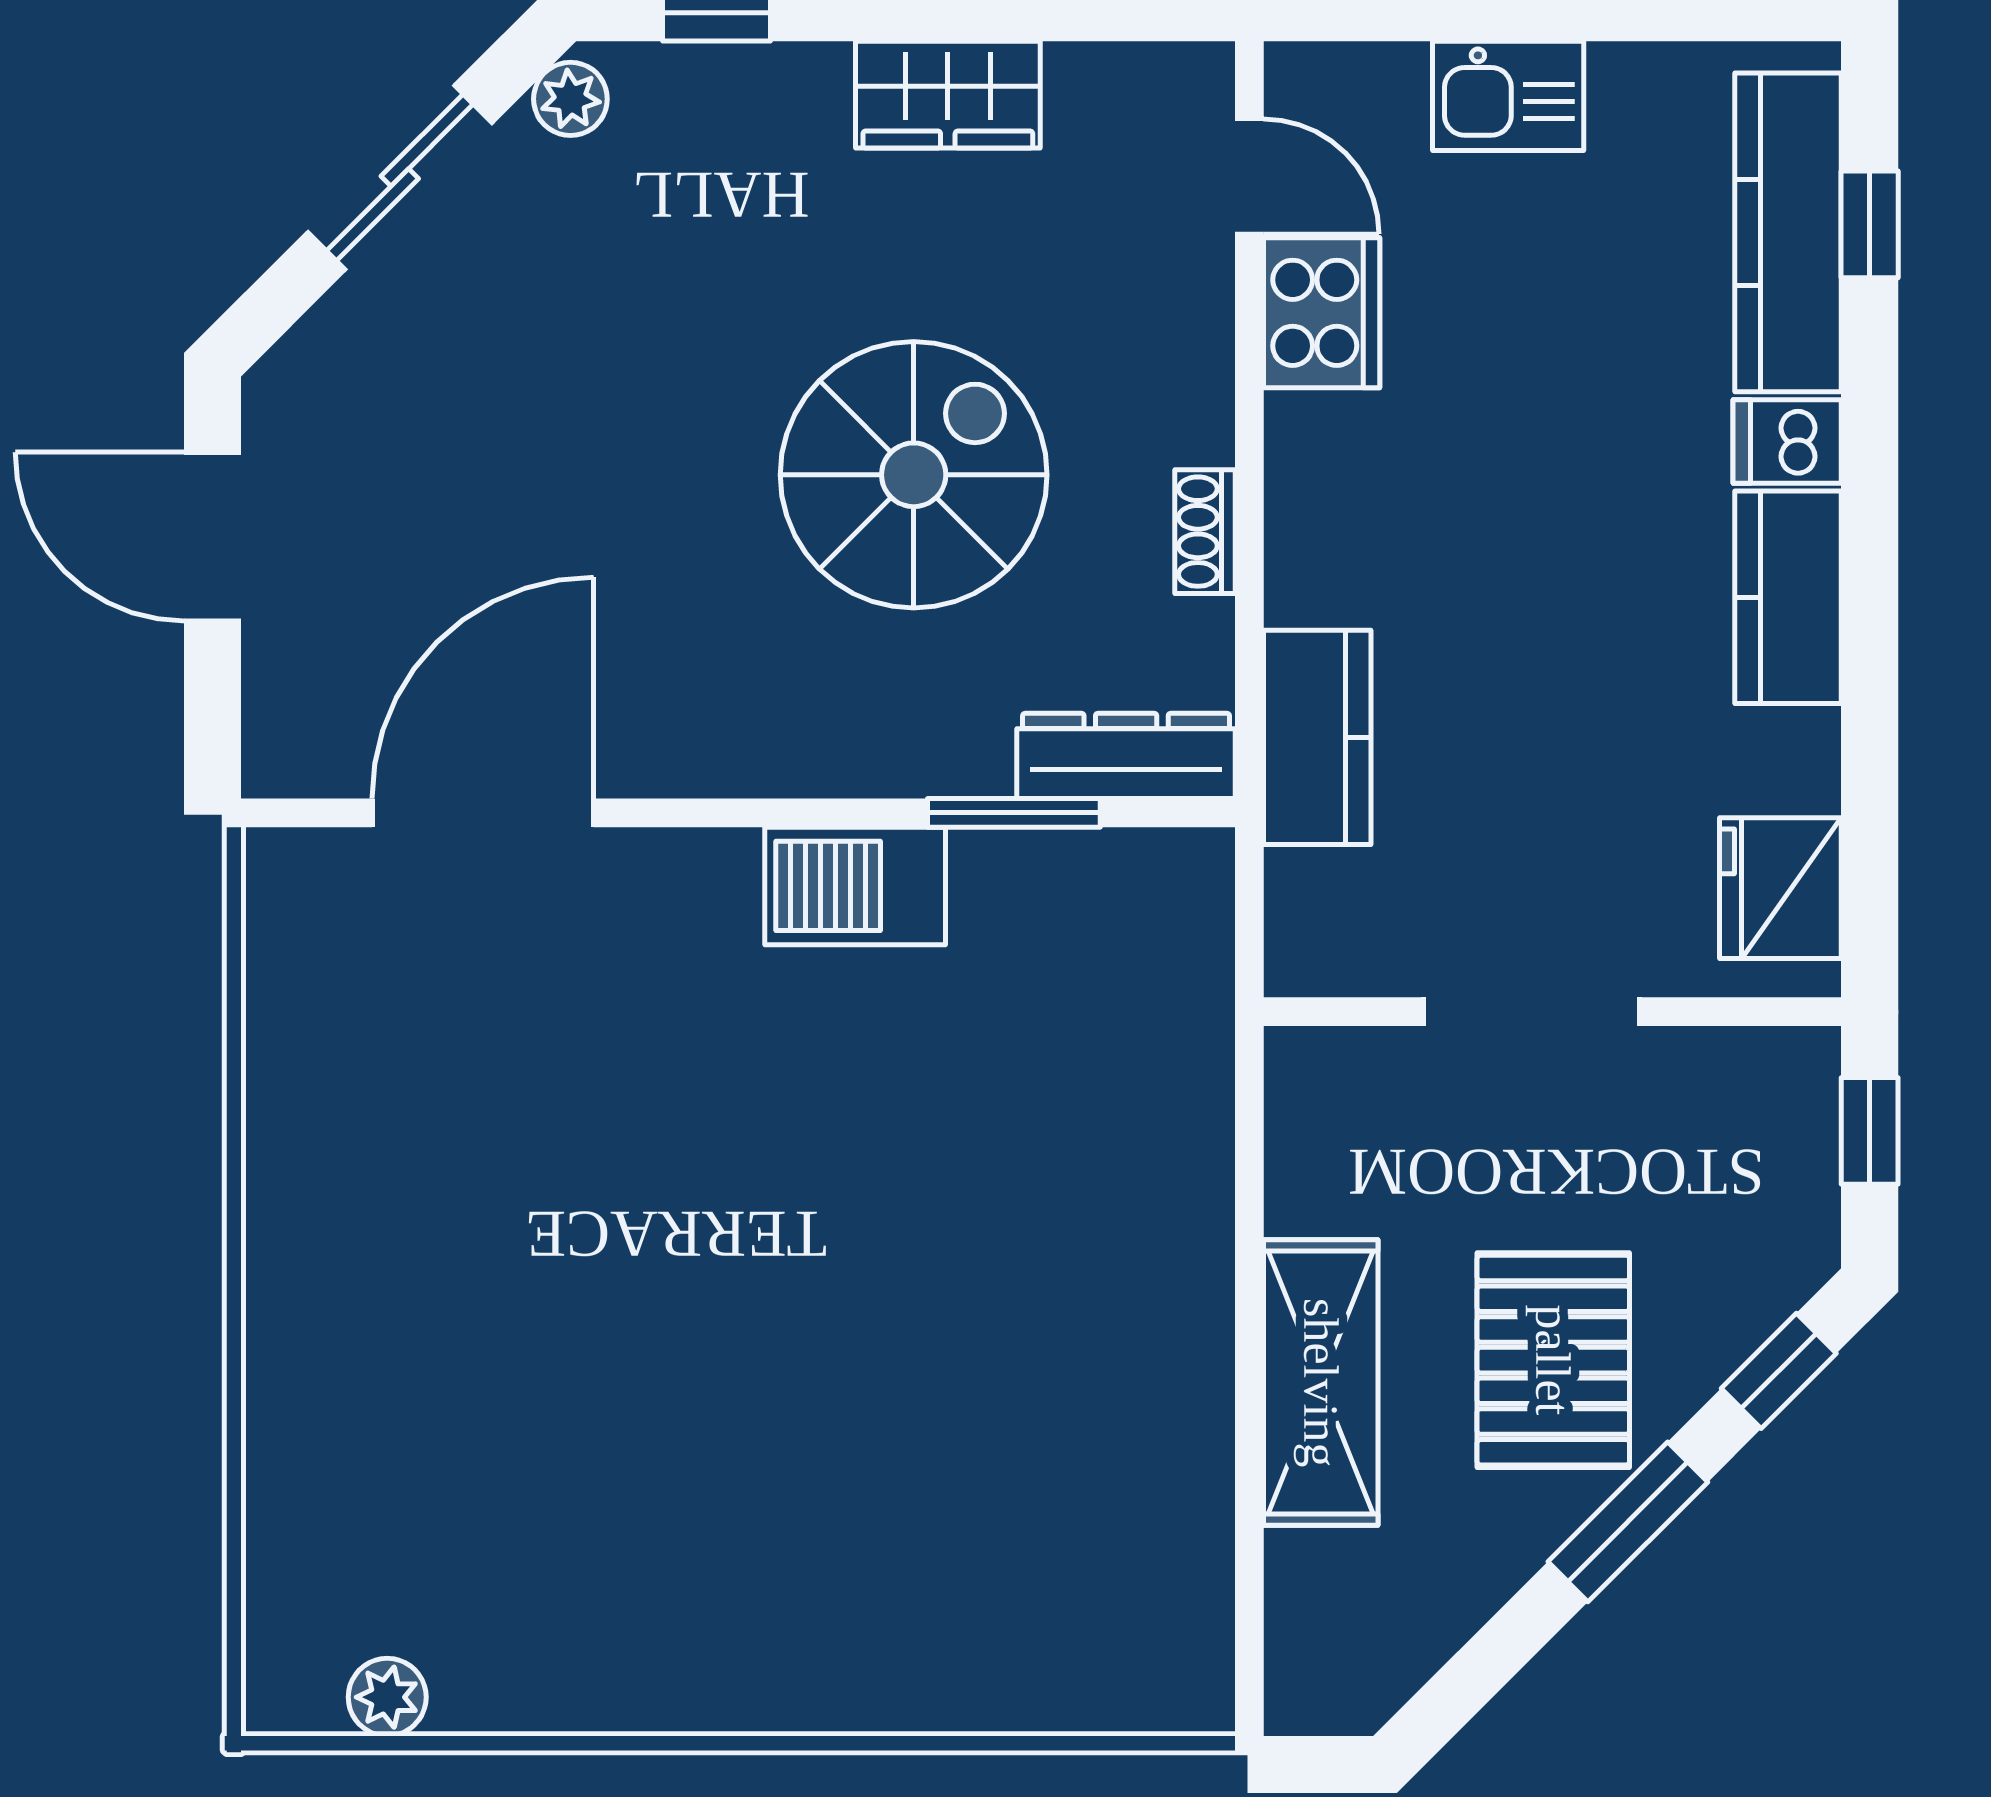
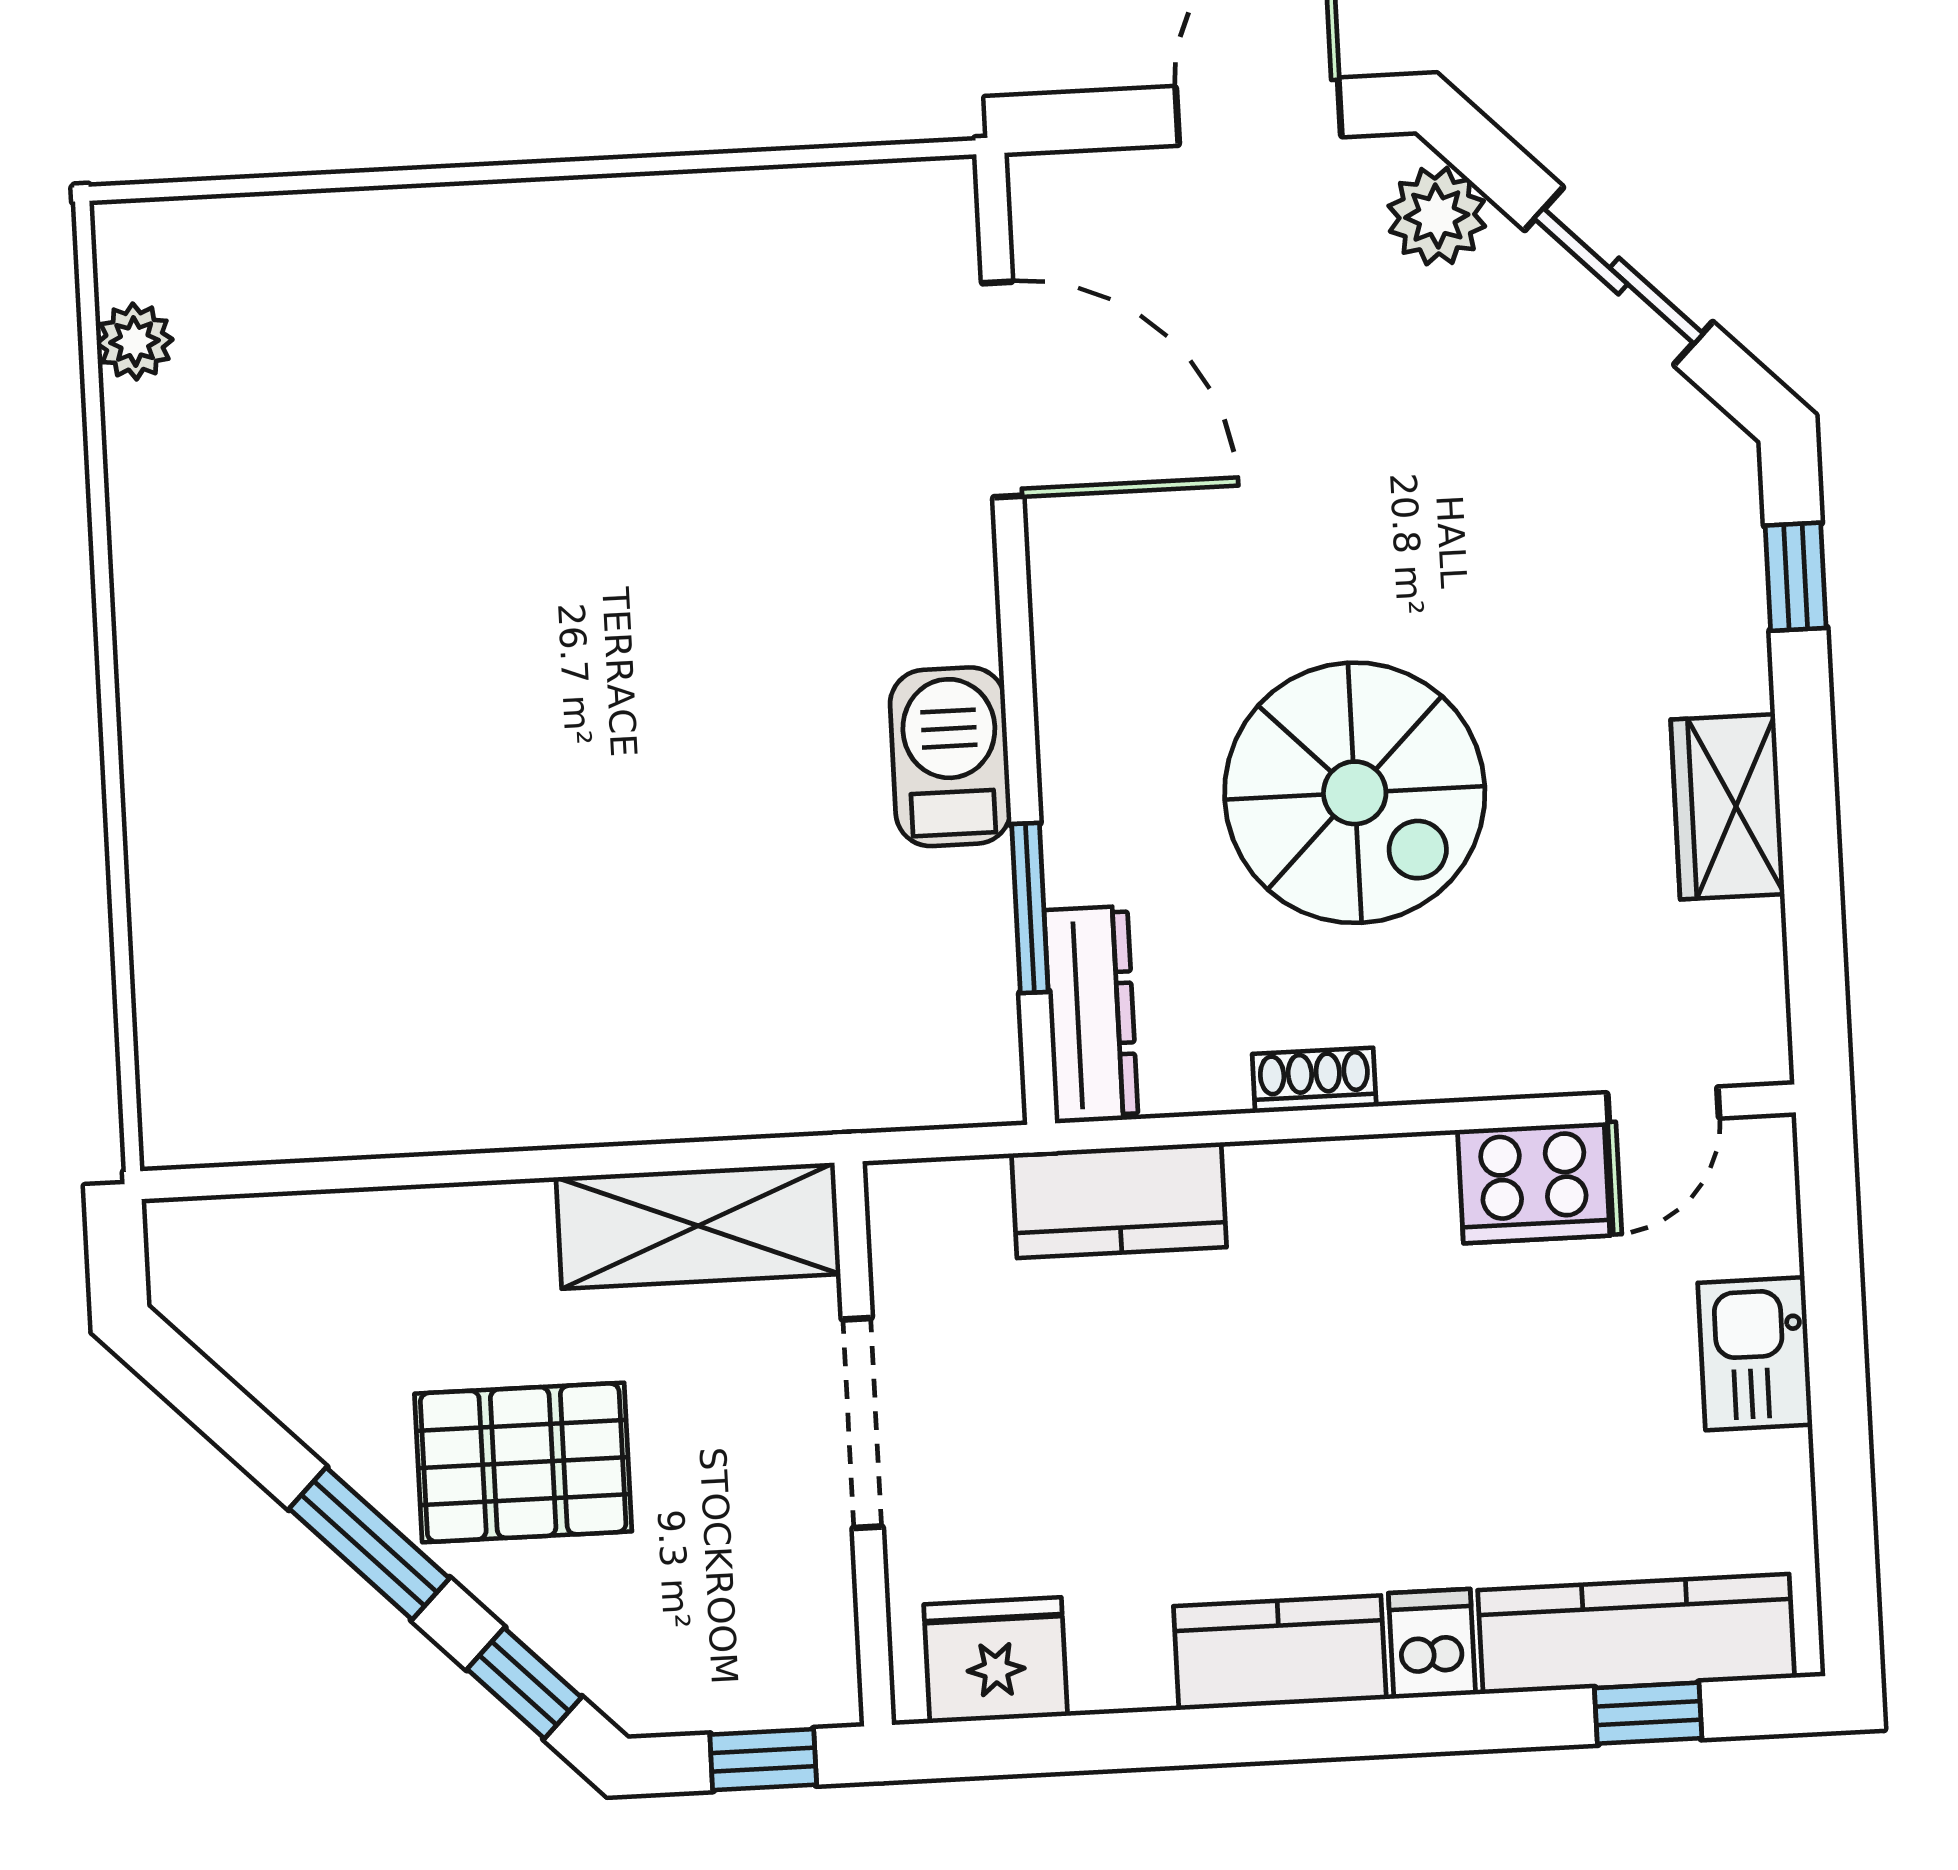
plant: (570, 99) -> (1437, 216), moved, width x1.38, depth x1.38
shelving: (1321, 1383) -> (698, 1226), moved

